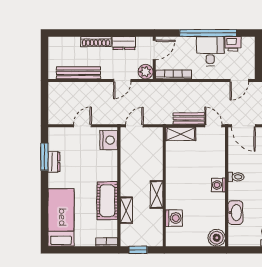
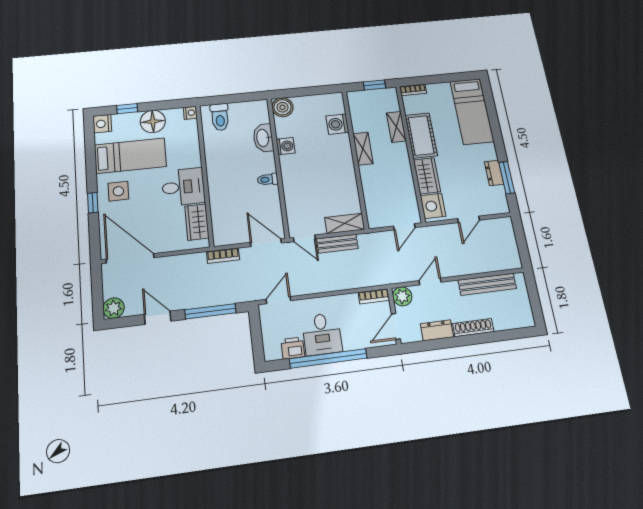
bookcase: (174, 74) -> (374, 296), width x0.64
wardrobe: (109, 166) -> (427, 176), added
washing machine: (218, 185) -> (286, 146), moved

